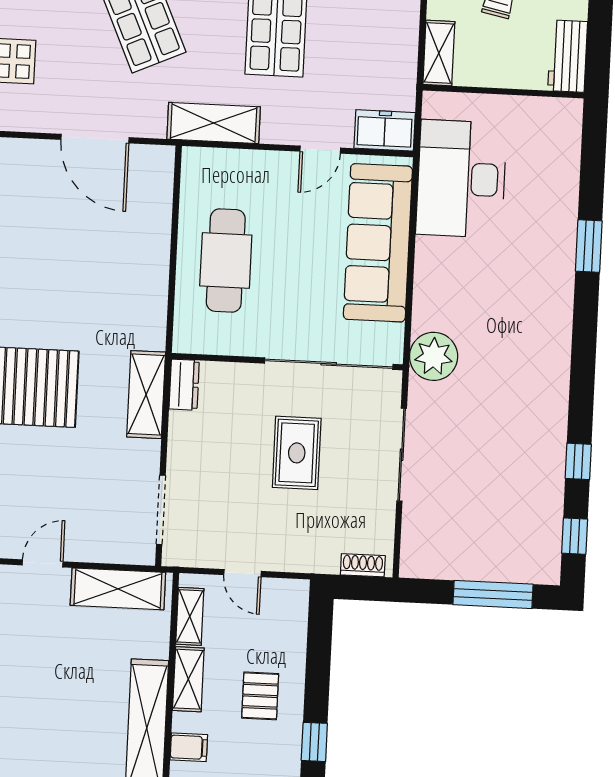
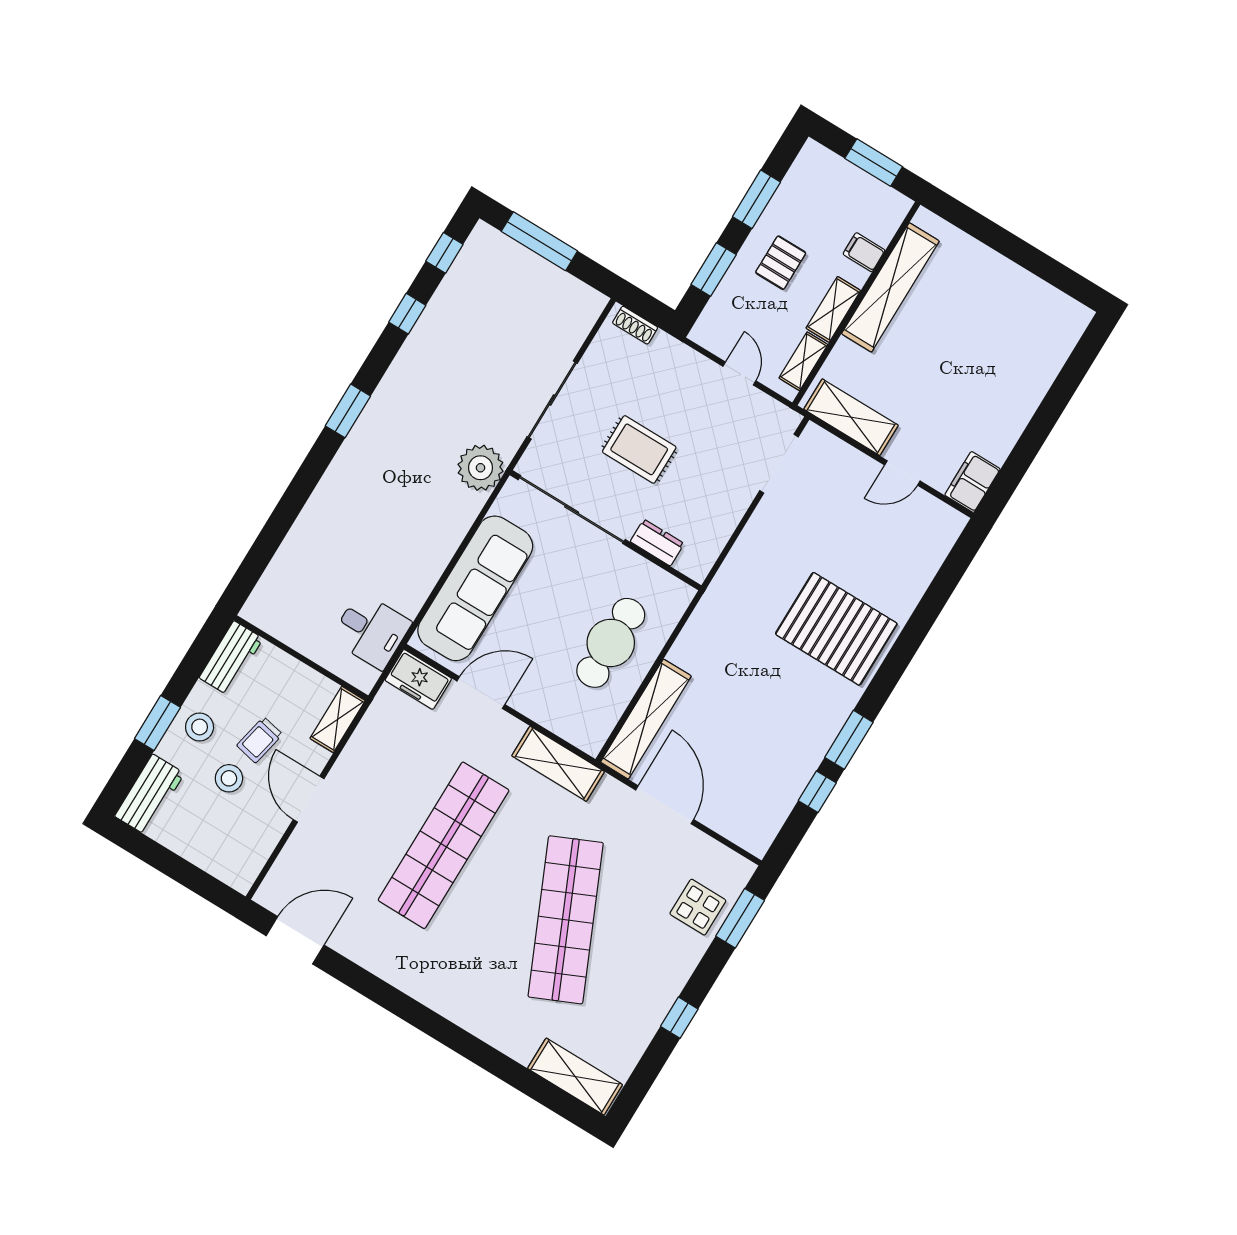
door: (320, 150) -> (481, 693), width x1.38
desk: (461, 179) -> (371, 631), width x0.53, depth x0.77
window: (589, 246) -> (348, 411), moved
dresser: (184, 385) -> (657, 543), moved, turned 90
shelving: (146, 395) -> (646, 719), moved, width x1.47
rug: (297, 453) -> (639, 449), turned 90
window: (319, 656) -> (714, 270), added
window: (314, 742) -> (756, 199), width x1.50

